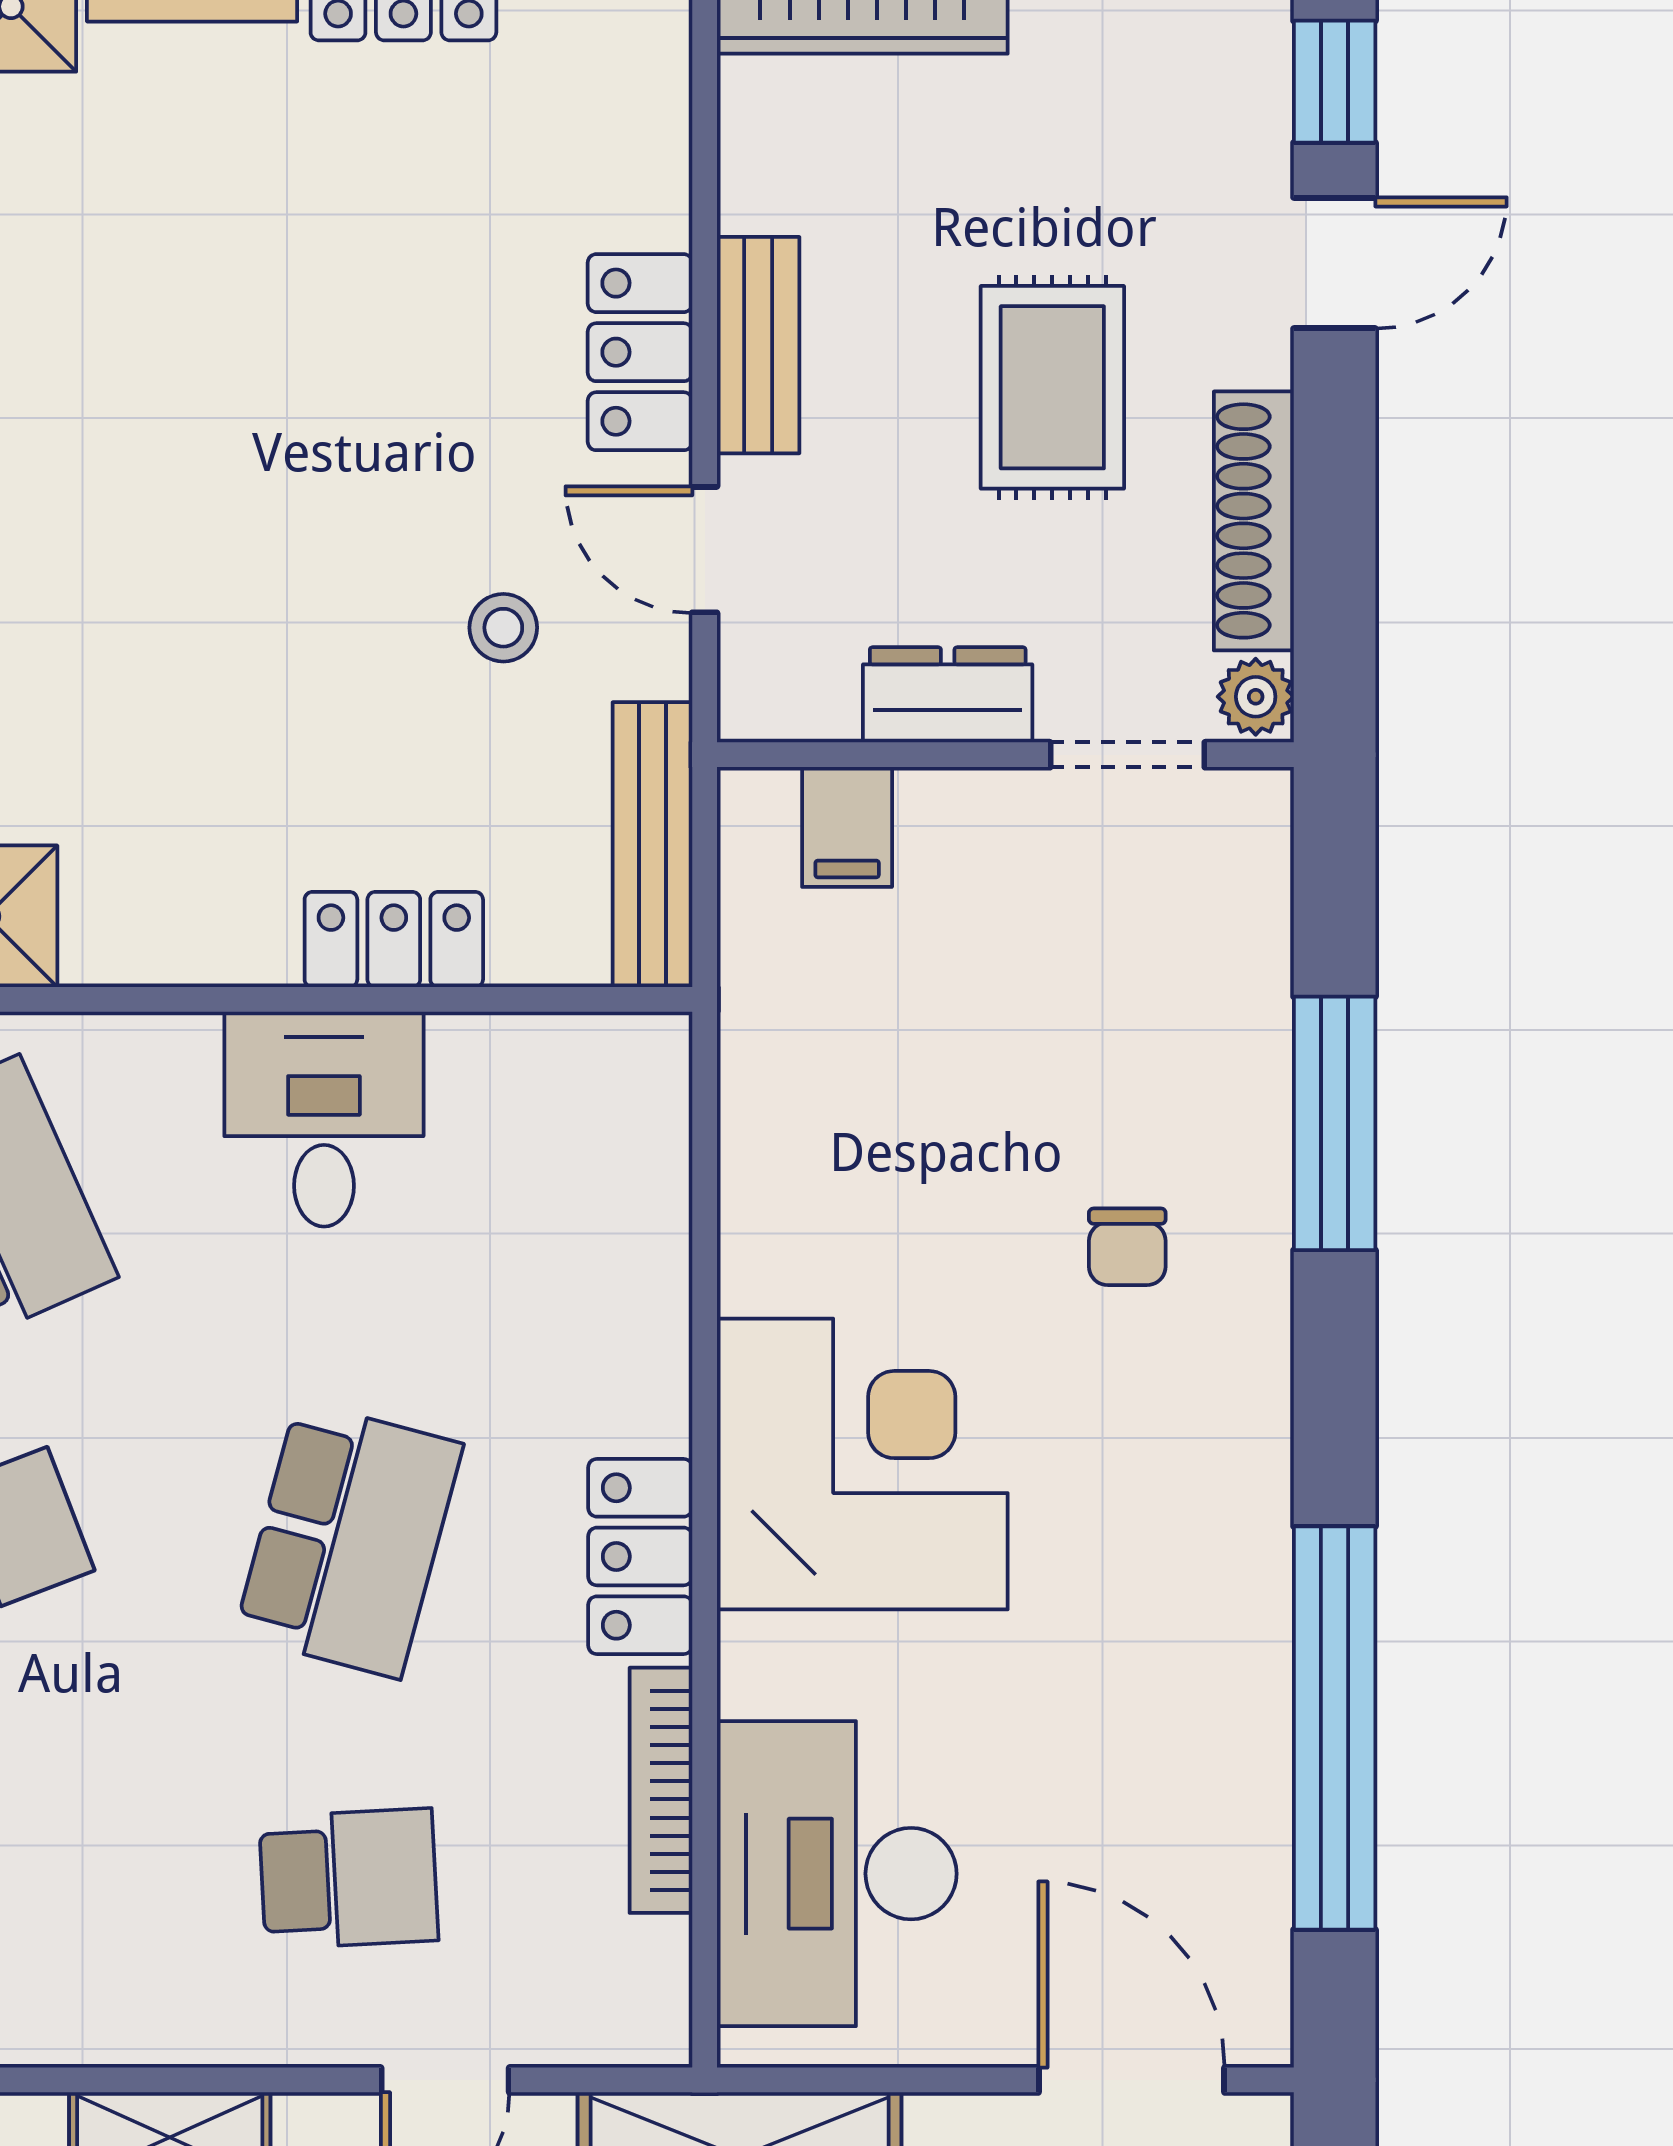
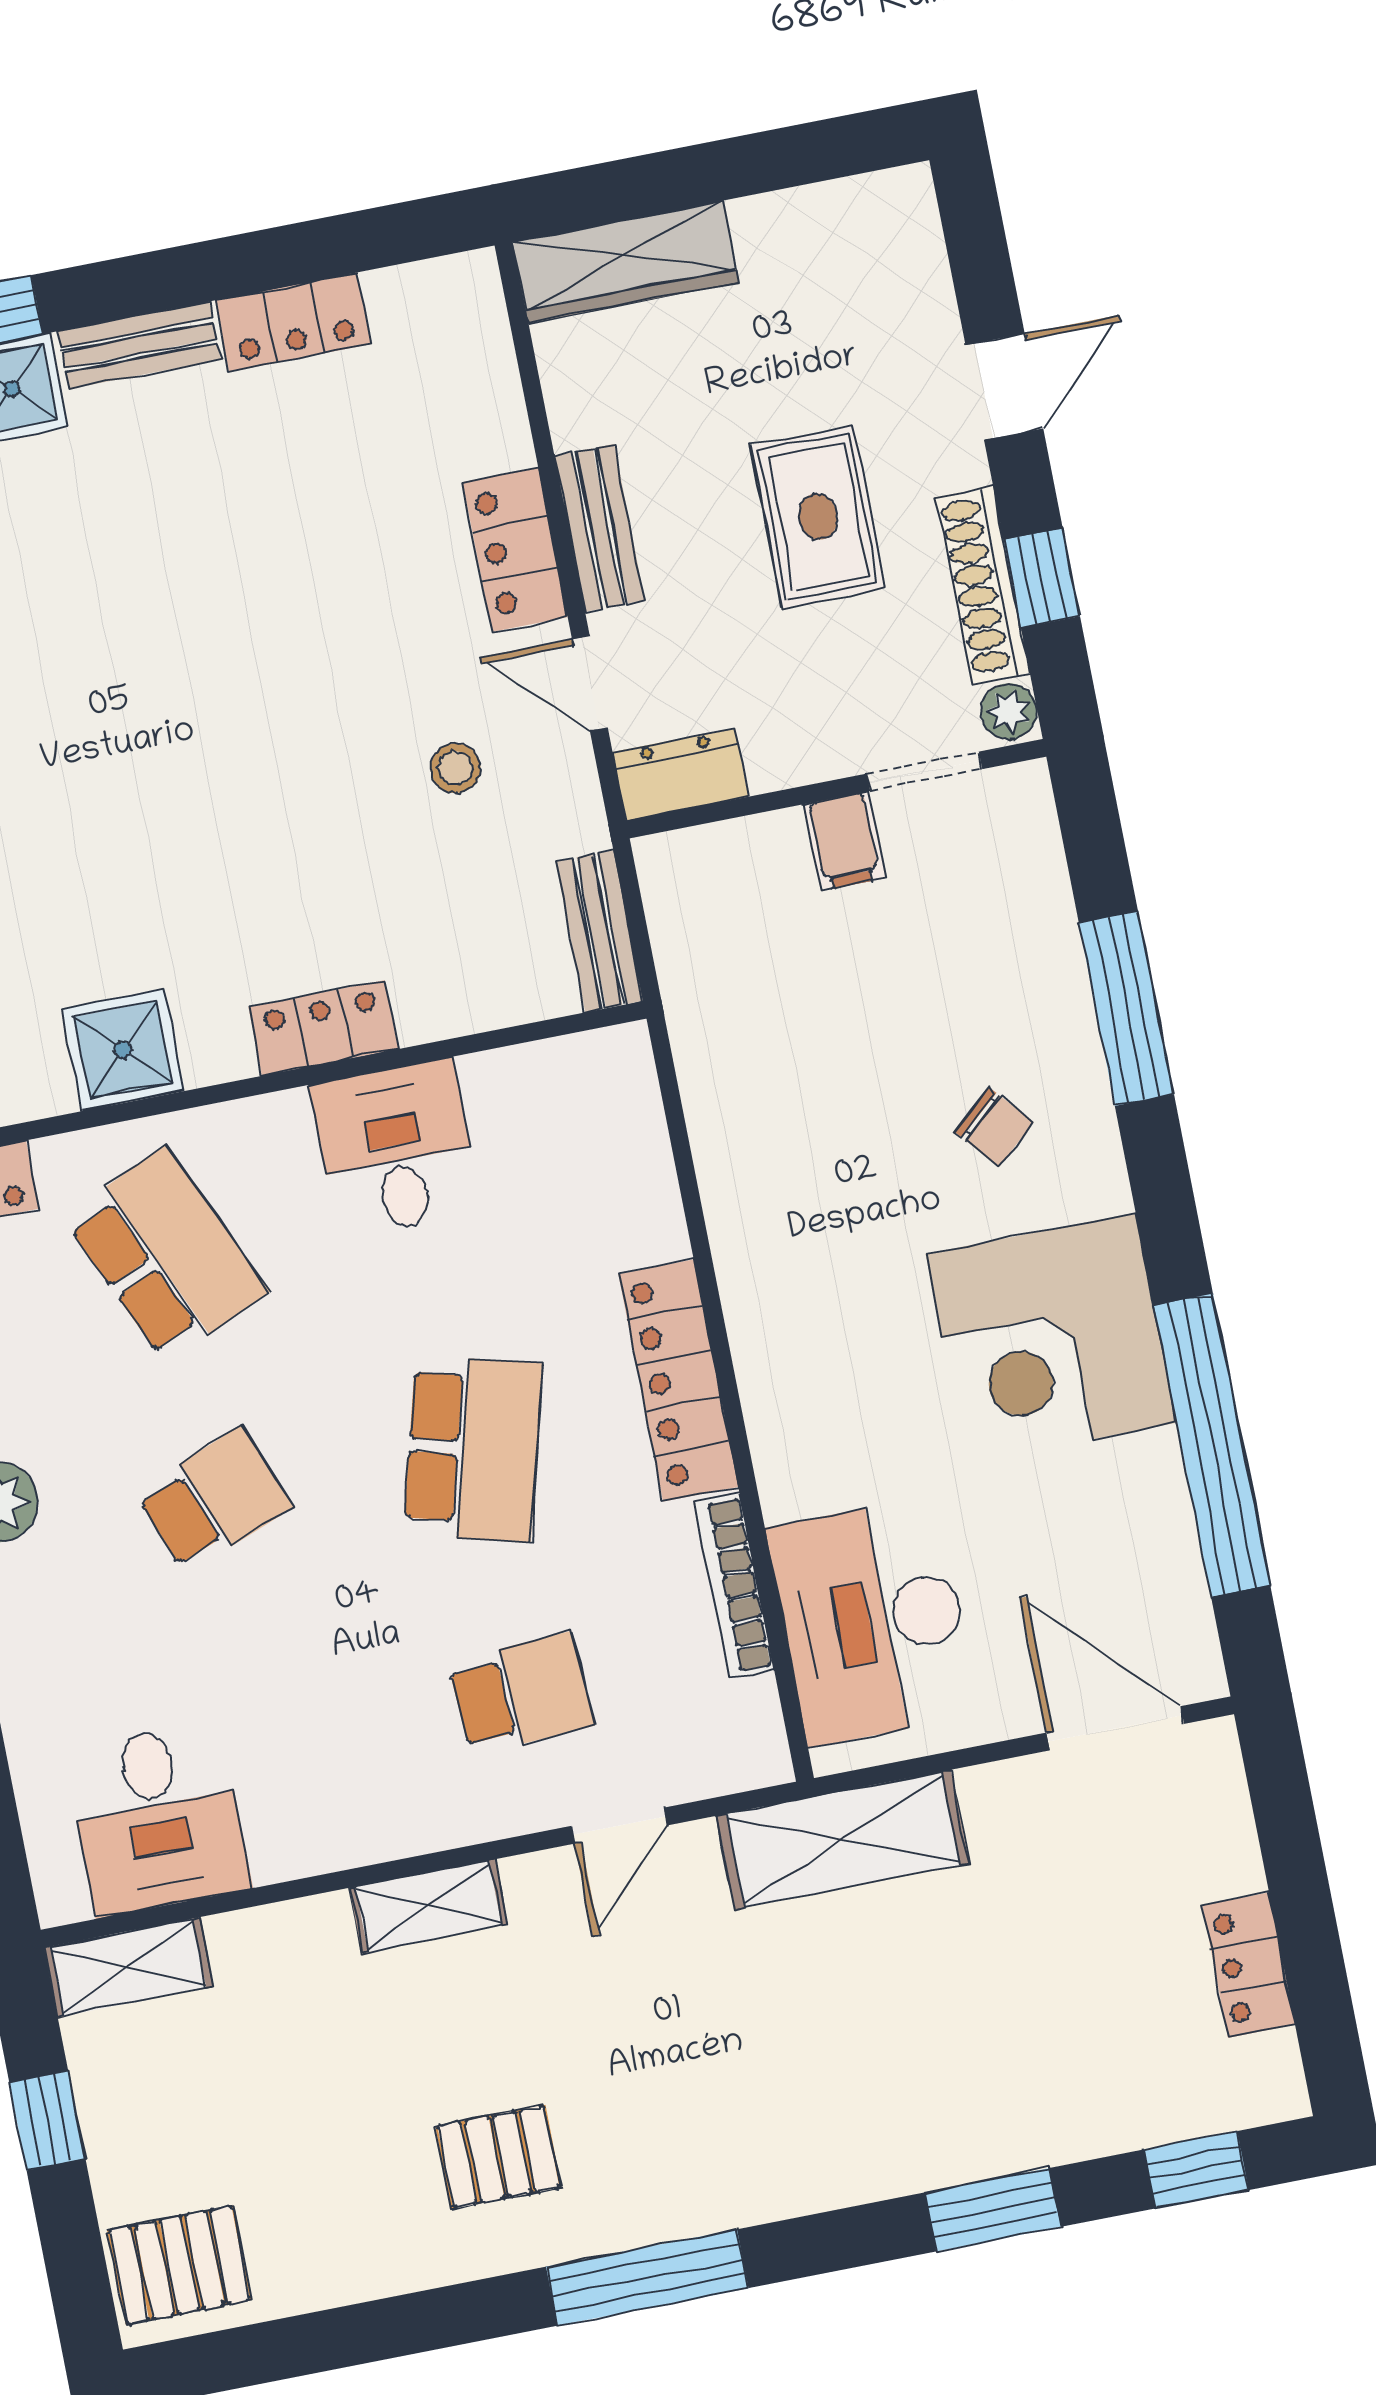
window: (1335, 82) -> (1042, 578), moved
dresser: (948, 695) -> (680, 774), moved
filing cabinet: (847, 827) -> (845, 841), moved
bench: (652, 845) -> (599, 931), width x0.73
locker: (394, 940) -> (323, 1028), moved
chair: (1127, 1247) -> (994, 1127), turned -41
corner desk: (862, 1464) -> (1051, 1338), moved, turned 180
locker: (640, 1556) -> (678, 1381), width x1.53

